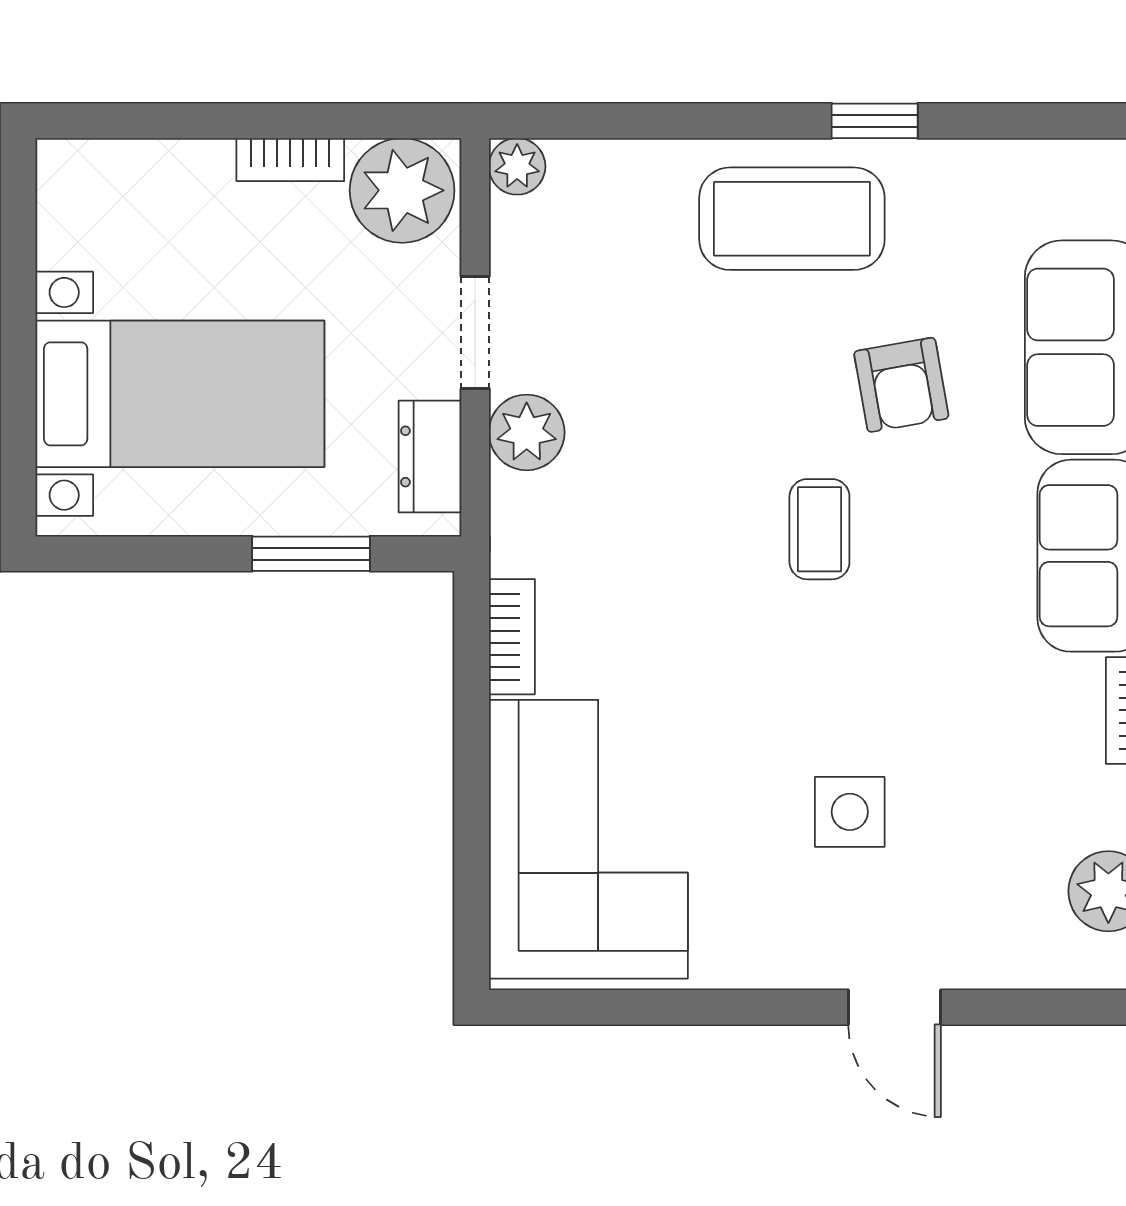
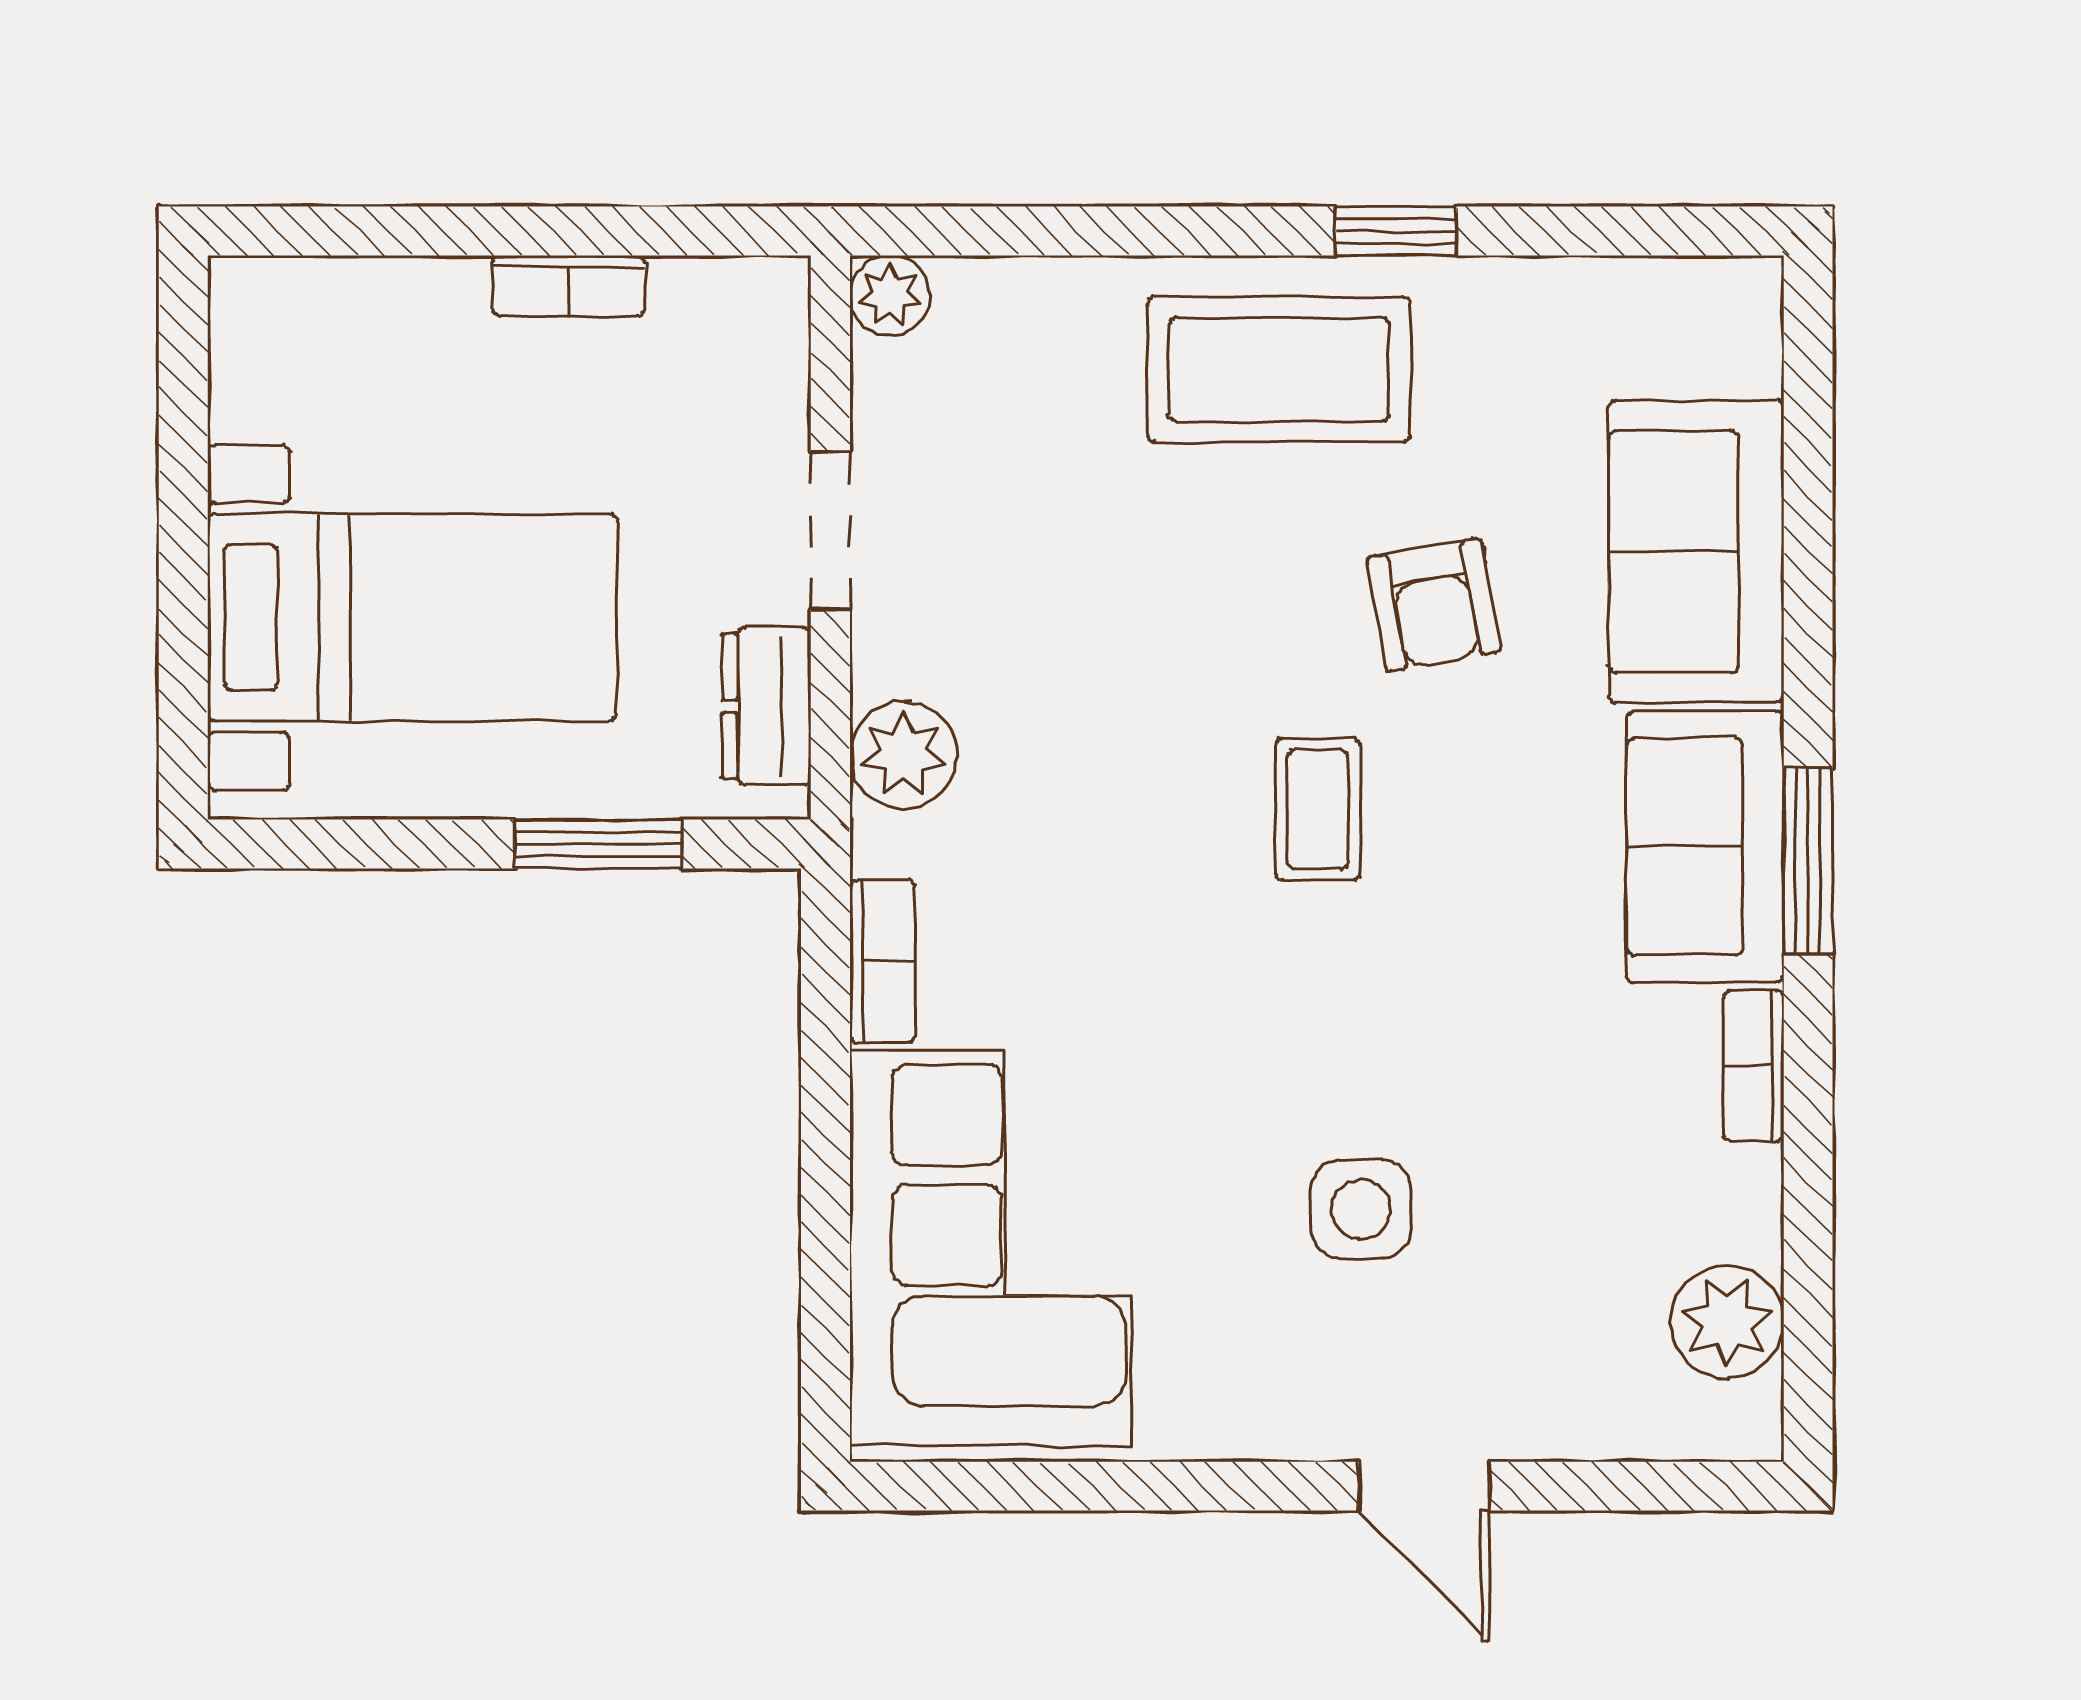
plant: (402, 190) -> (727, 329), removed
plant: (527, 432) -> (903, 755), moved

